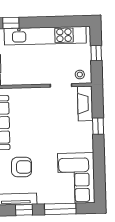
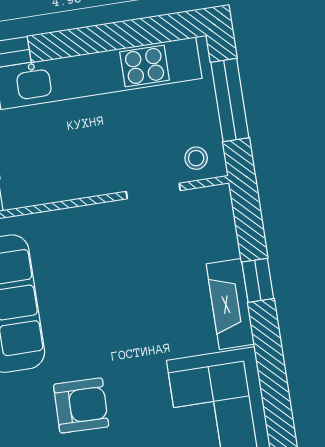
window: (96, 53) -> (230, 100), width x2.17
fireplace: (85, 104) -> (230, 304), moved

